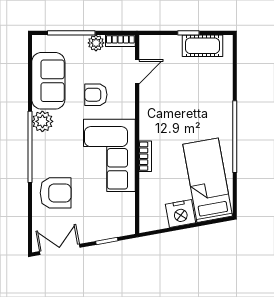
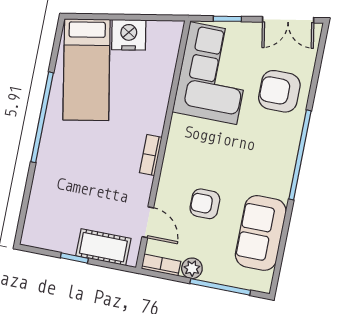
cot: (202, 46) -> (103, 247), moved
door: (137, 72) -> (148, 222), swing flipped
armchair: (96, 95) -> (205, 204), turned 180
plant: (42, 121) -> (278, 184), removed
corner sofa: (109, 155) -> (213, 73), moved
bookcase: (145, 156) -> (151, 155), moved

